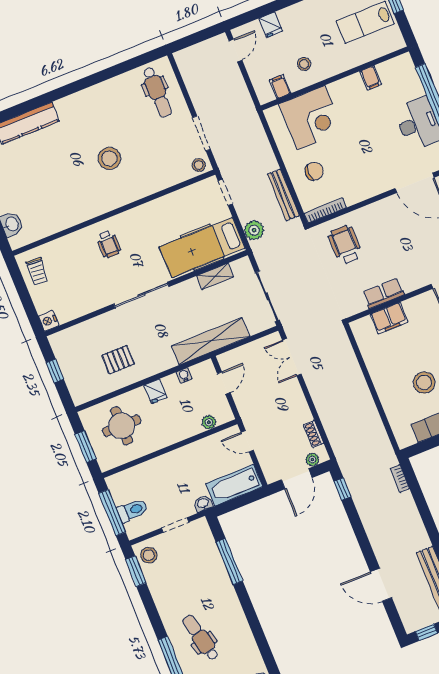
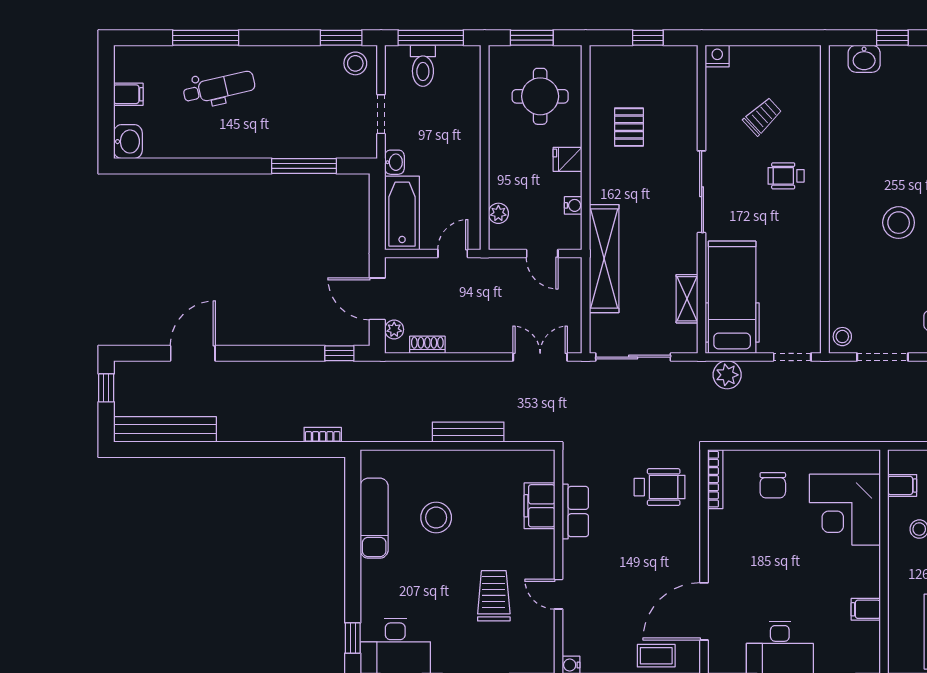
bench: (283, 195) -> (468, 432), moved
trolley: (37, 271) -> (762, 117), moved, turned 132

